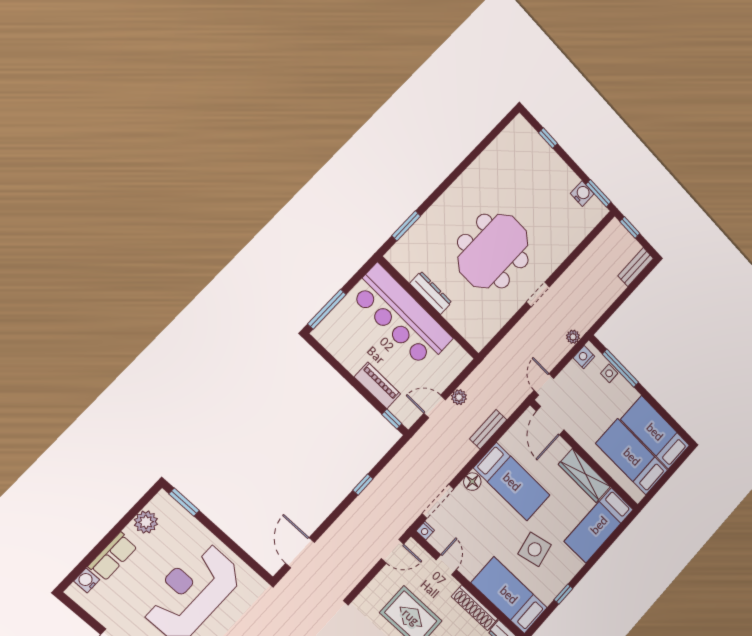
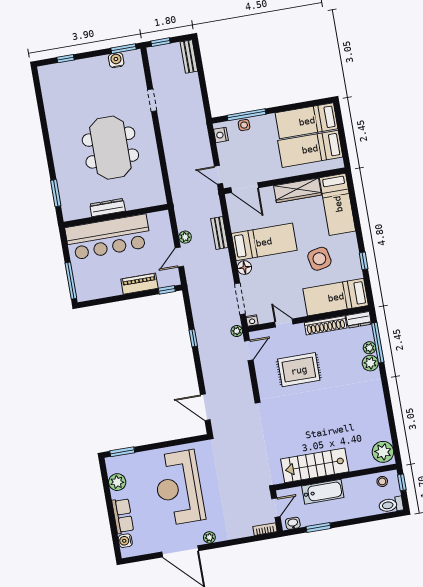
doorway: (538, 295) -> (152, 100), moved
plant: (573, 337) -> (237, 331), moved

